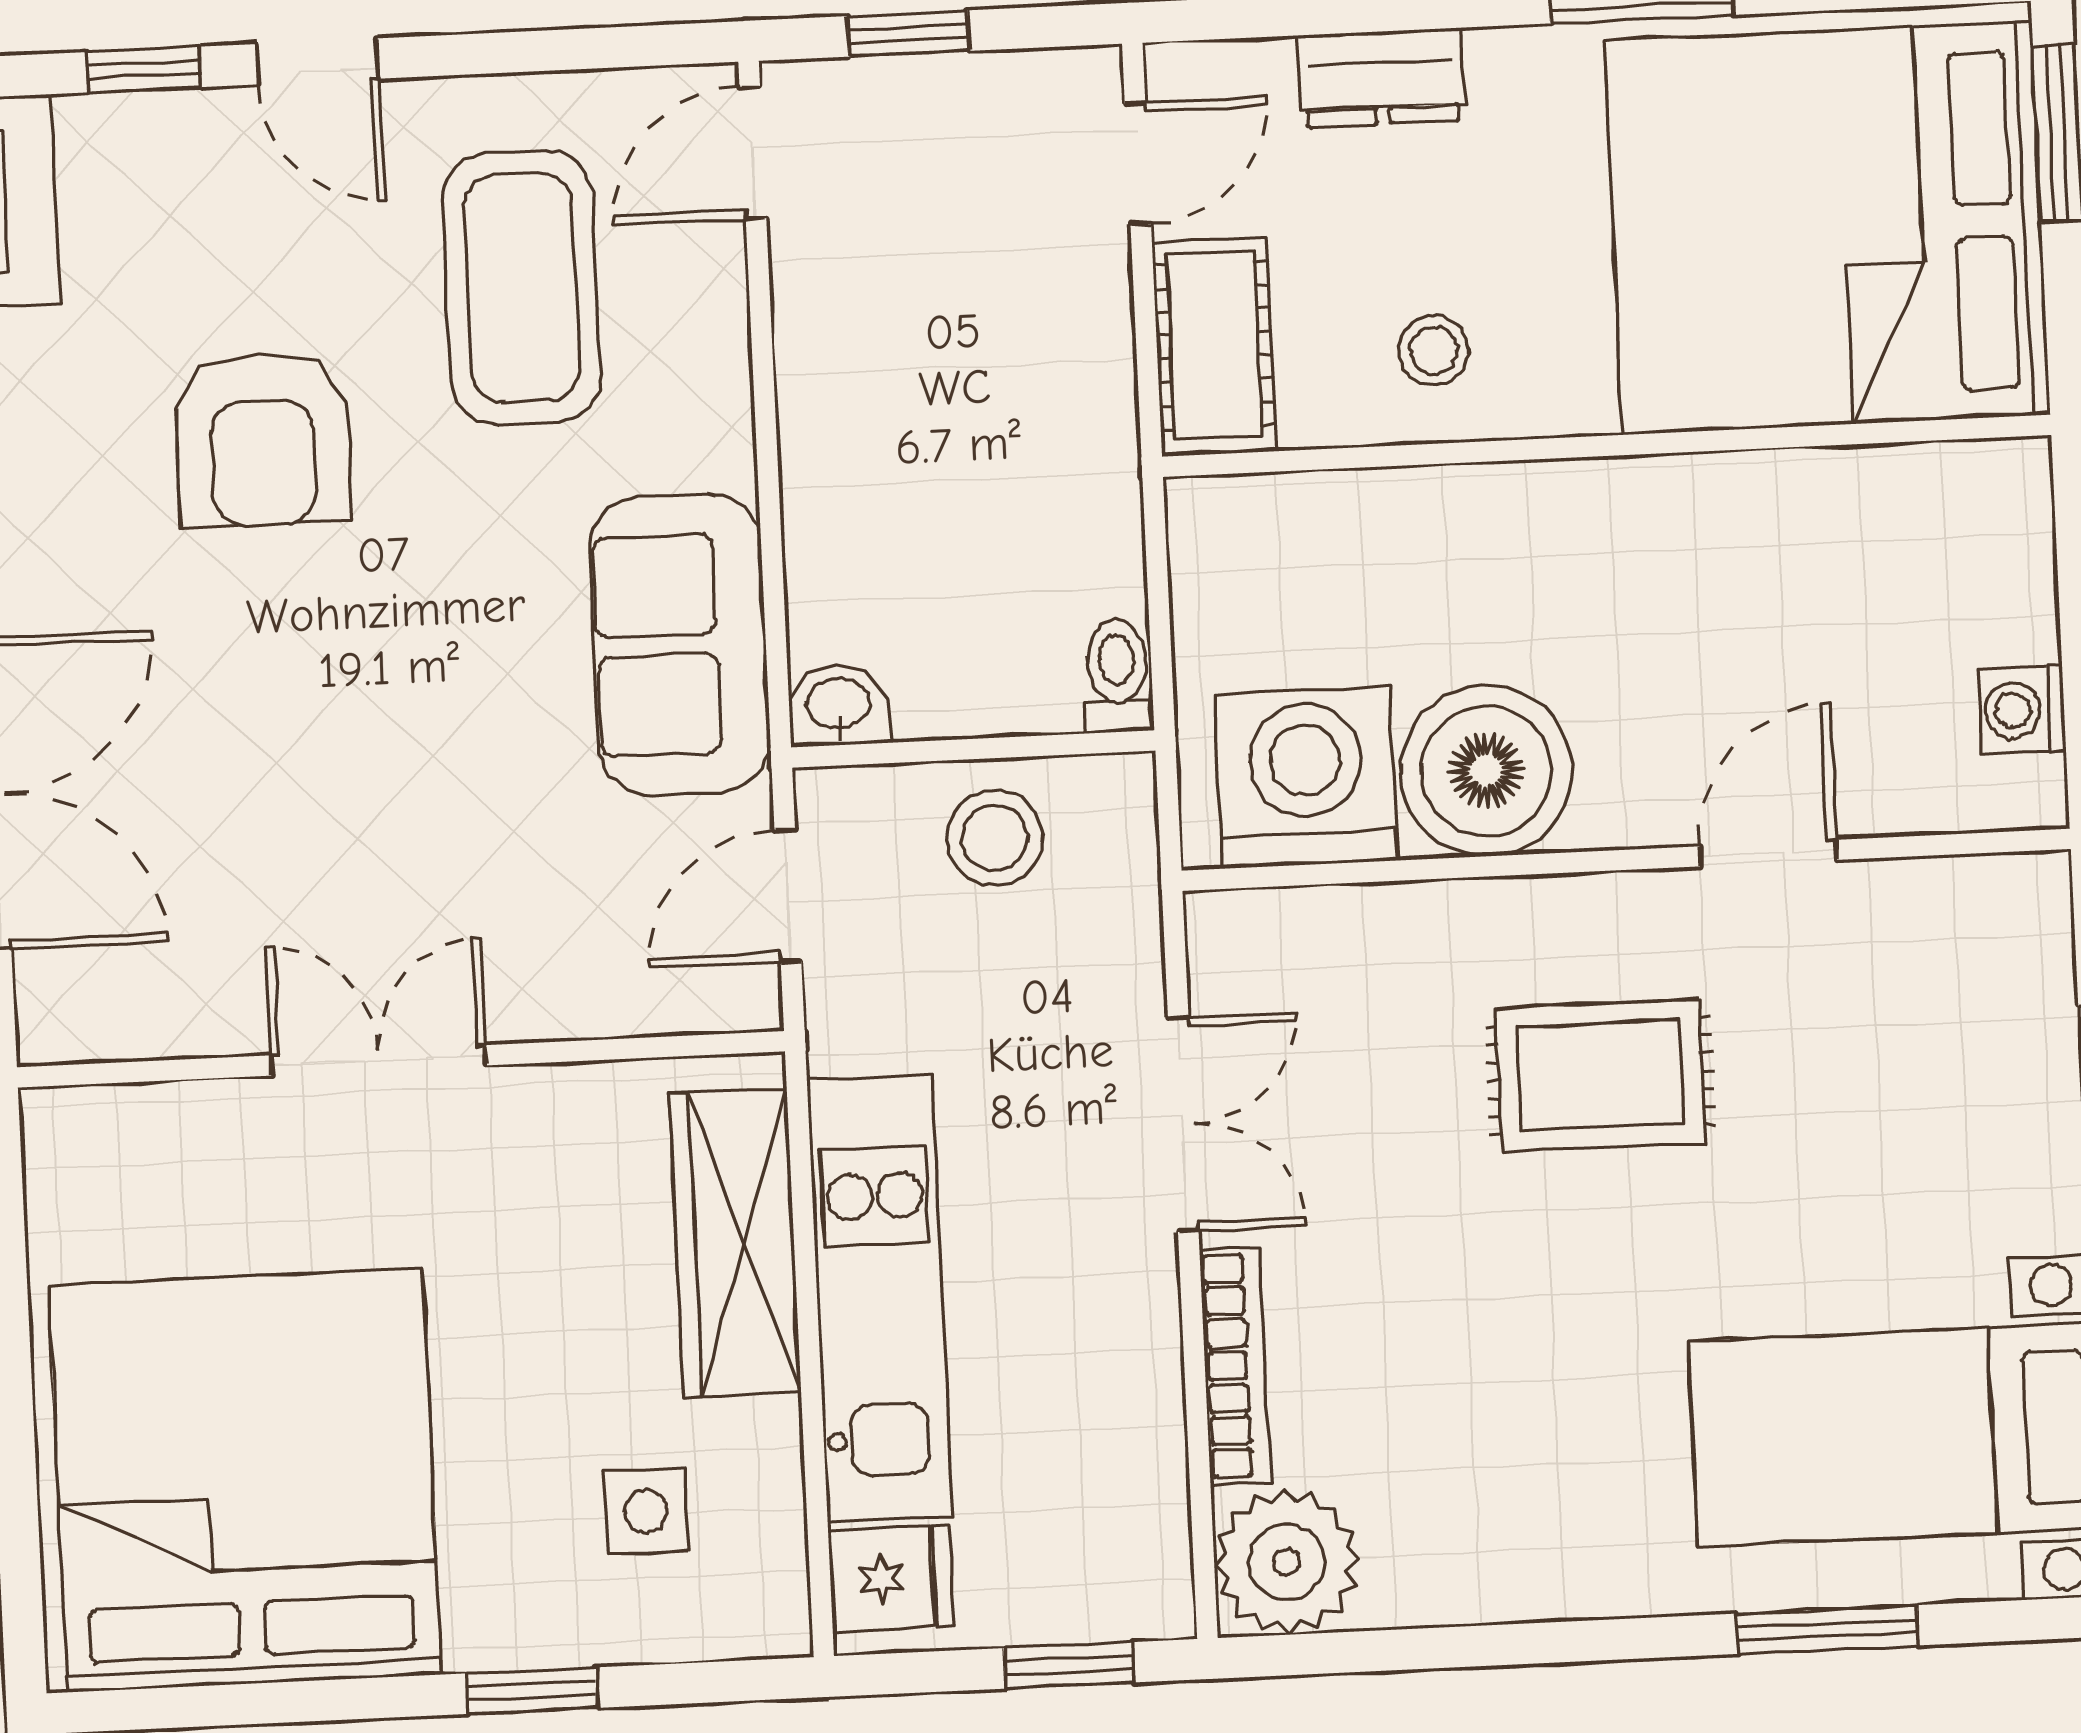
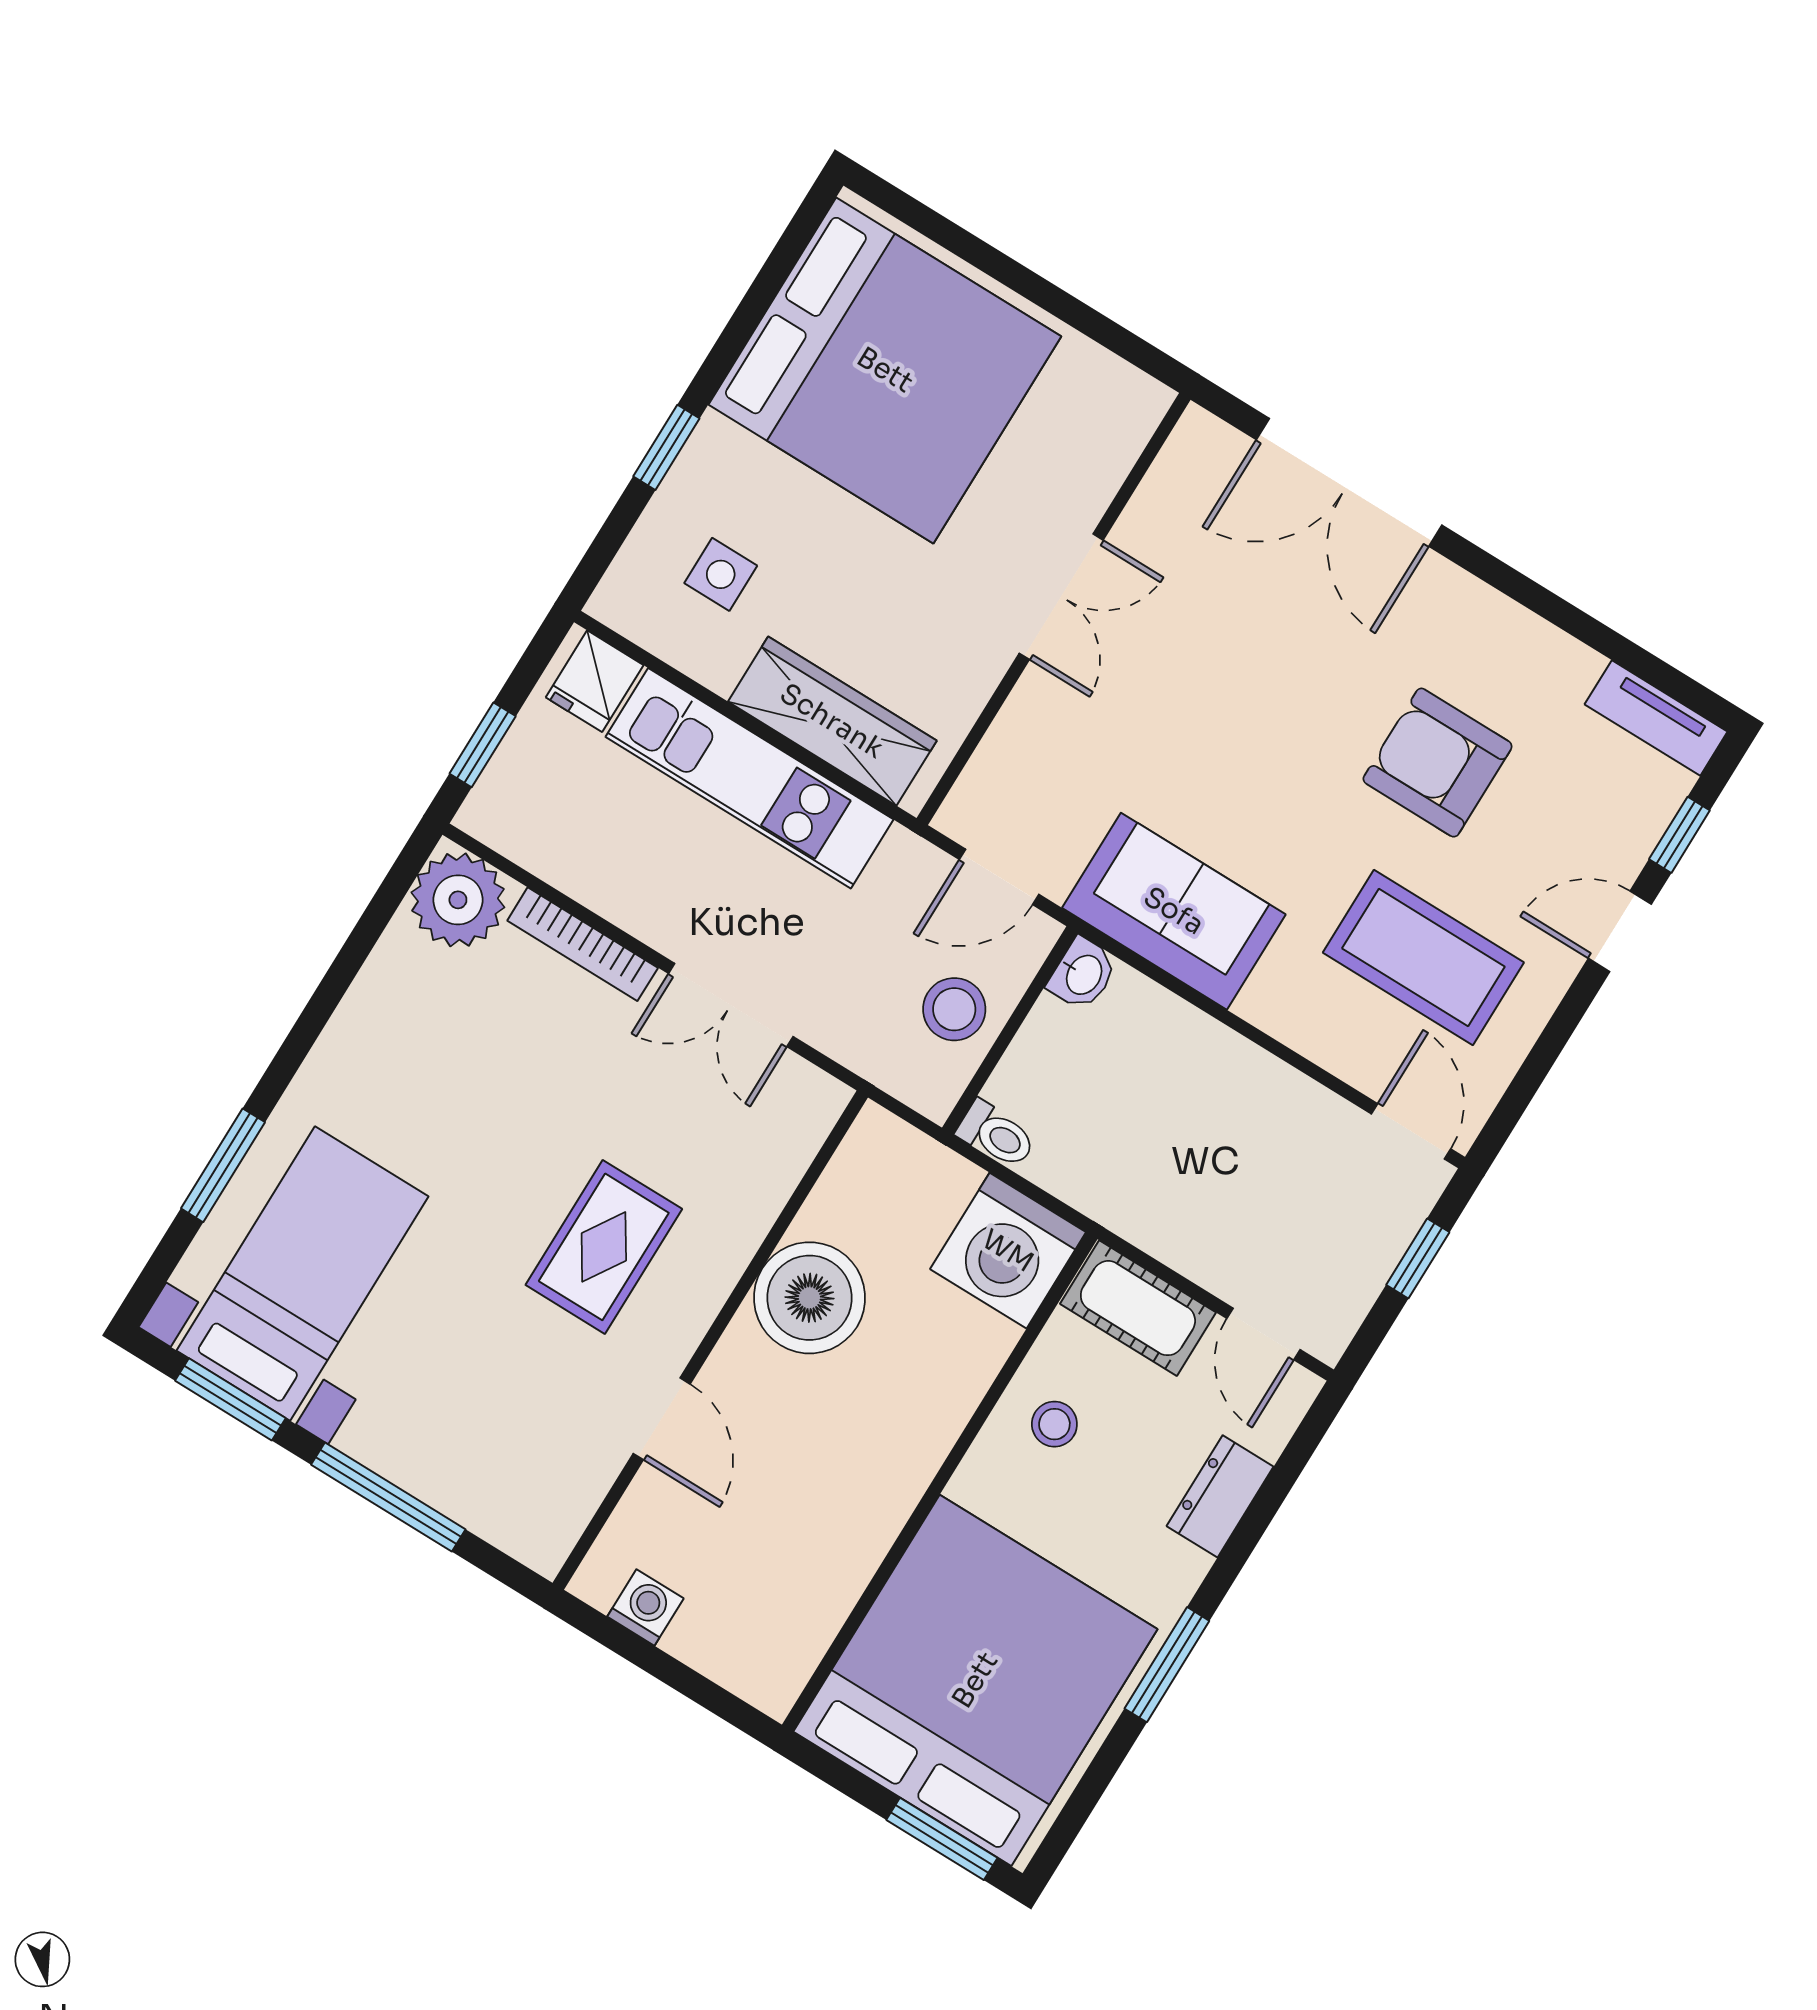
washing machine: (1306, 777) -> (1008, 1251), moved, turned 90
door: (788, 896) -> (999, 877), swing flipped

